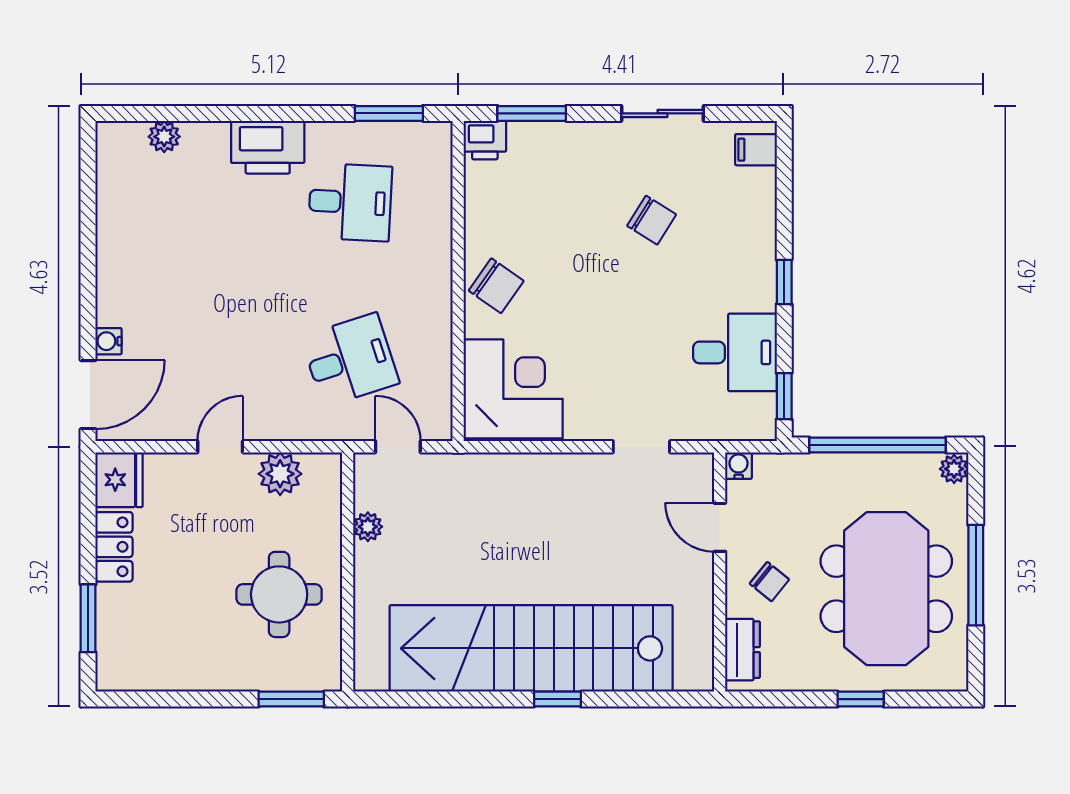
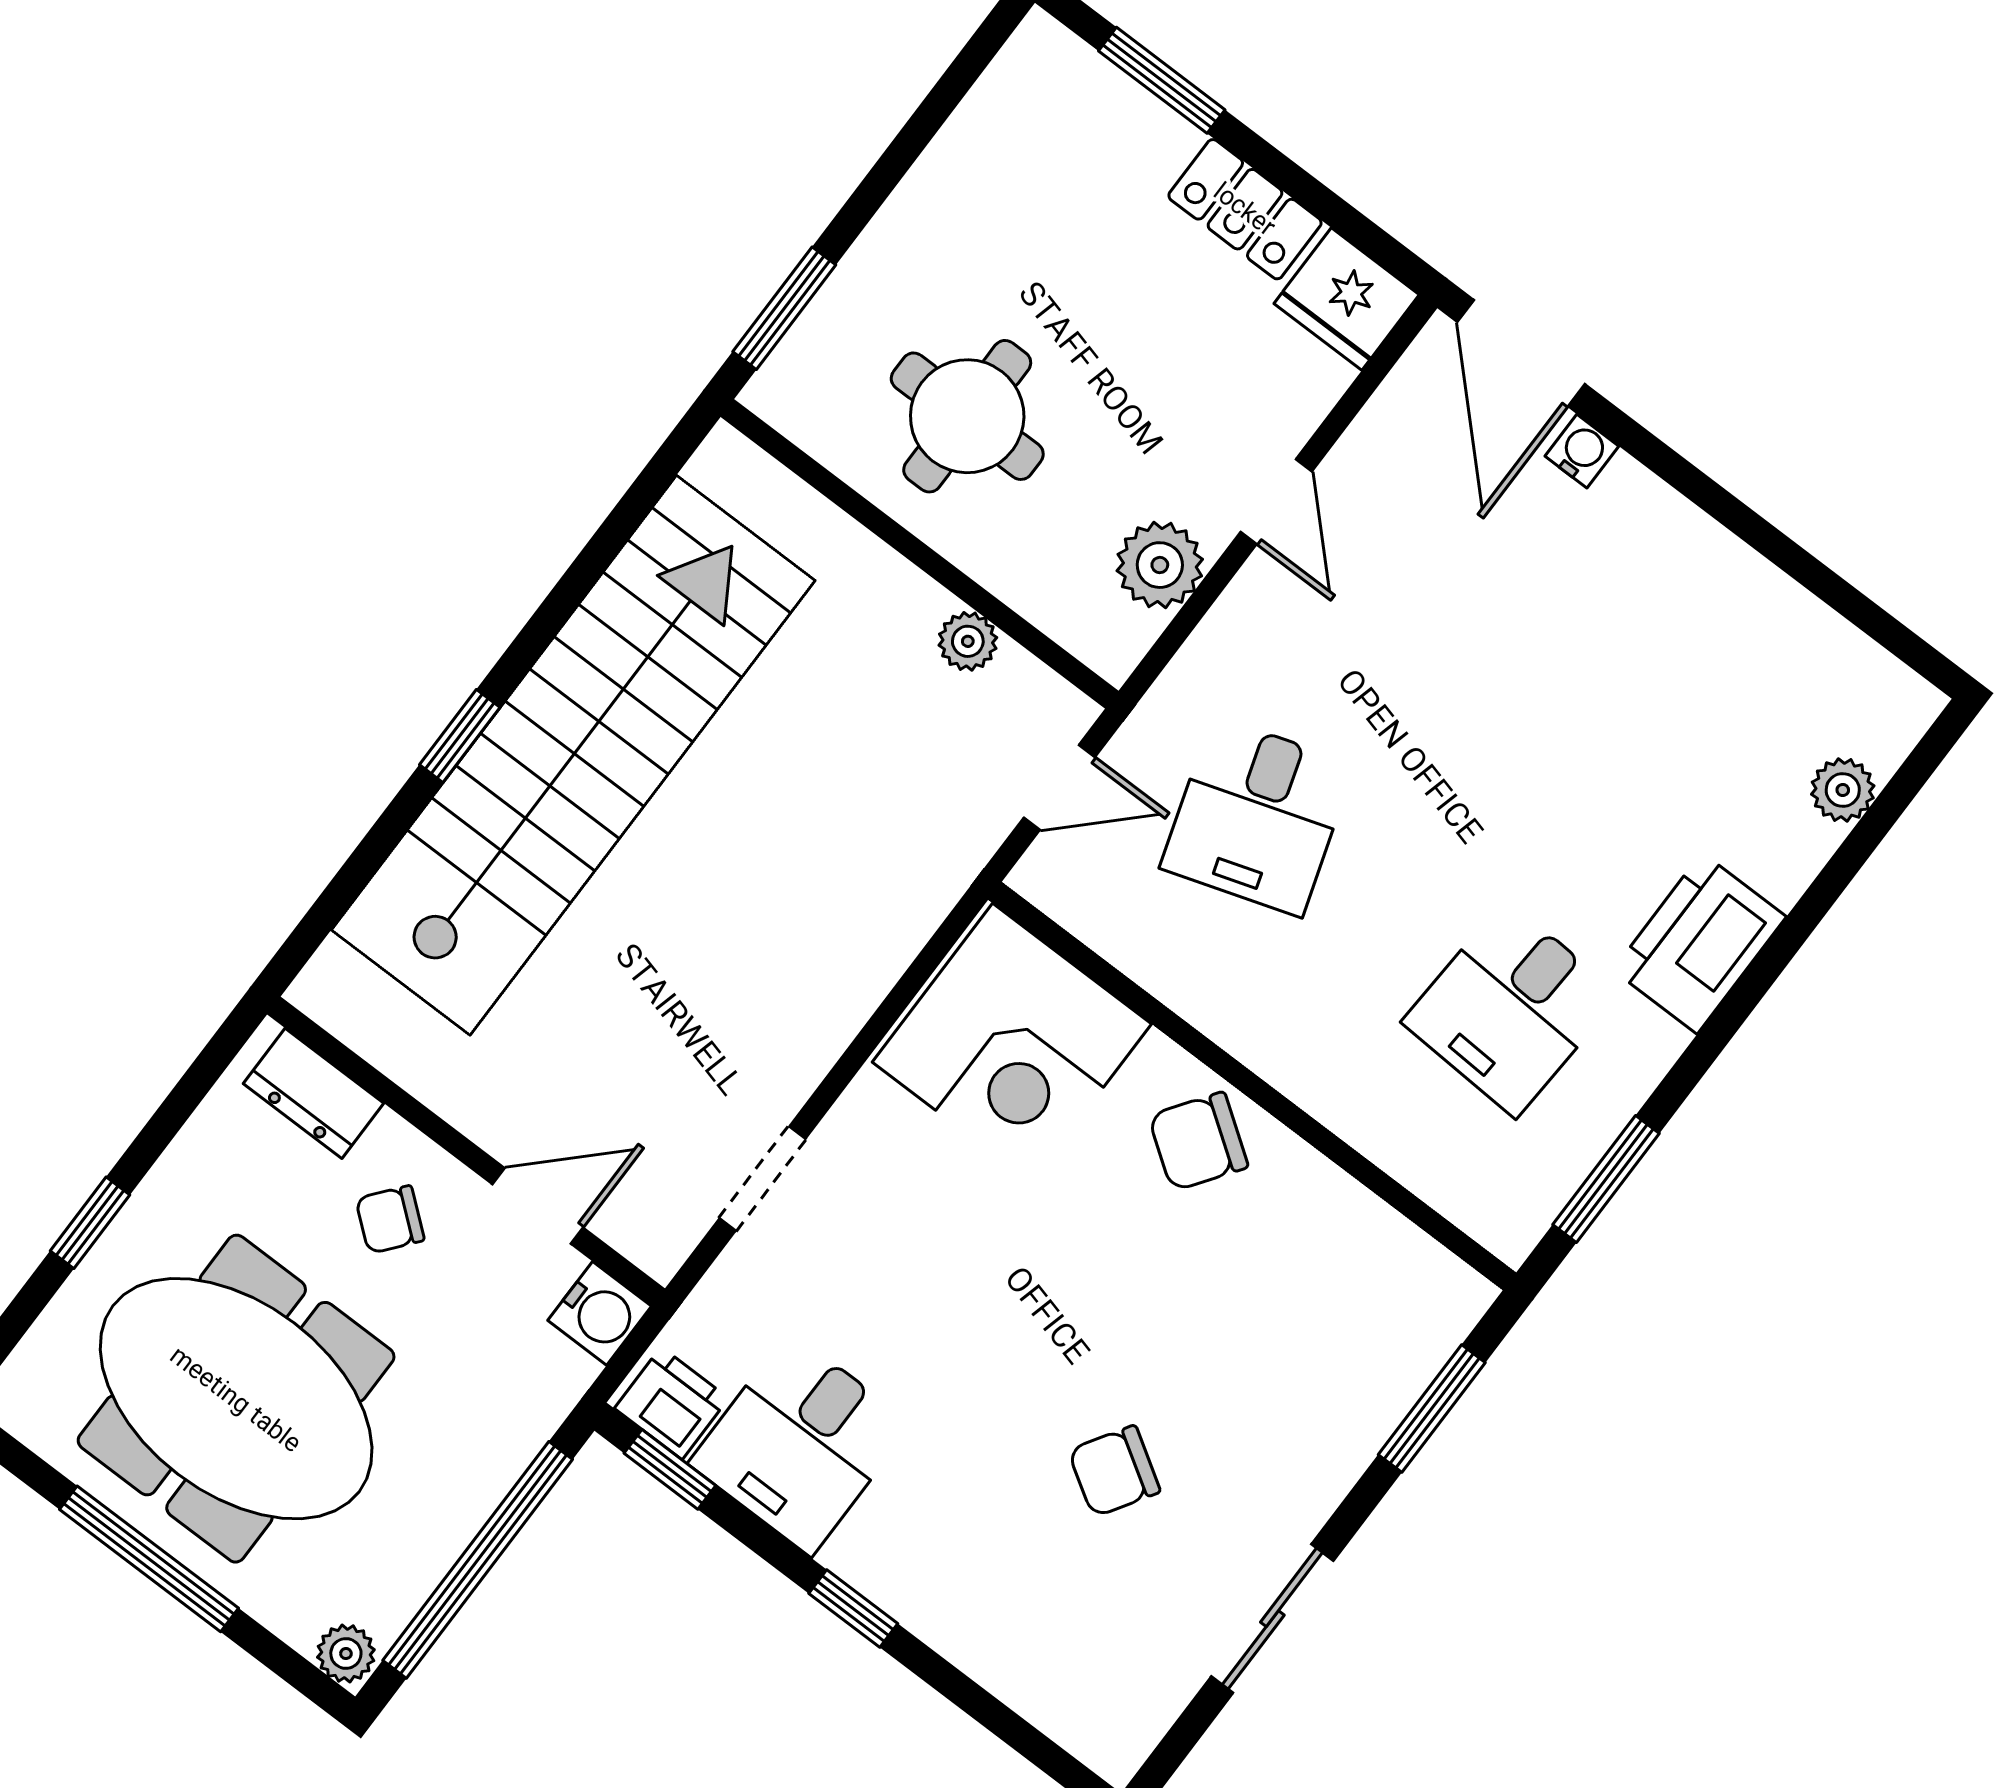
printer: (485, 140) -> (671, 1403), moved, turned 90
filing cabinet: (756, 150) -> (1100, 1725), removed
water cooler: (739, 466) -> (600, 1313), width x1.38, depth x1.38

